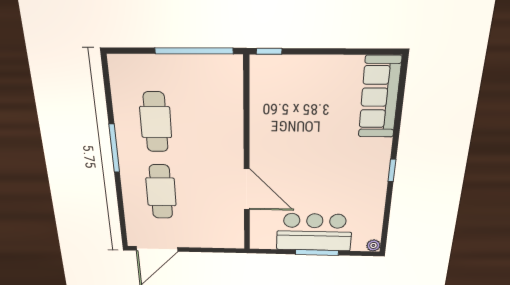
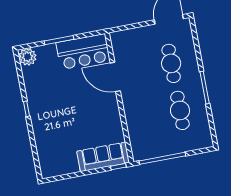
sofa: (380, 97) -> (103, 157), moved, turned -90
bar counter: (314, 232) -> (83, 52), moved
plant: (373, 245) -> (28, 57), width x1.88, depth x1.88

